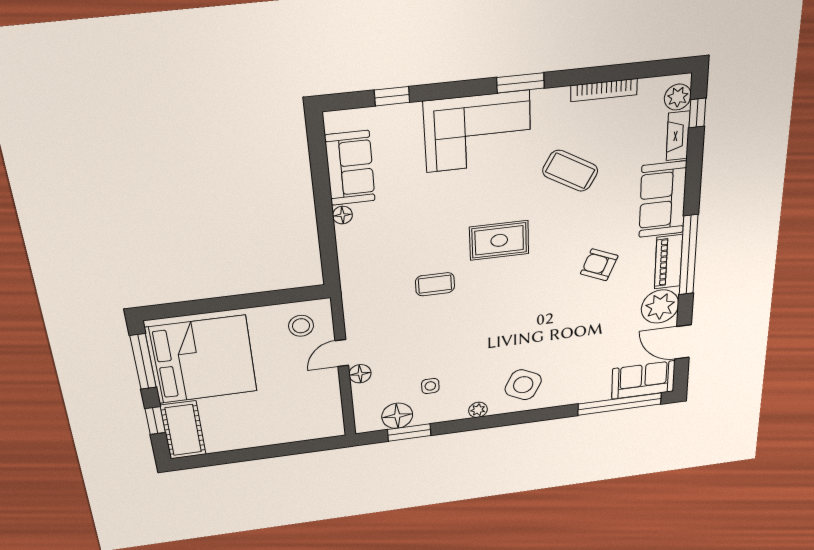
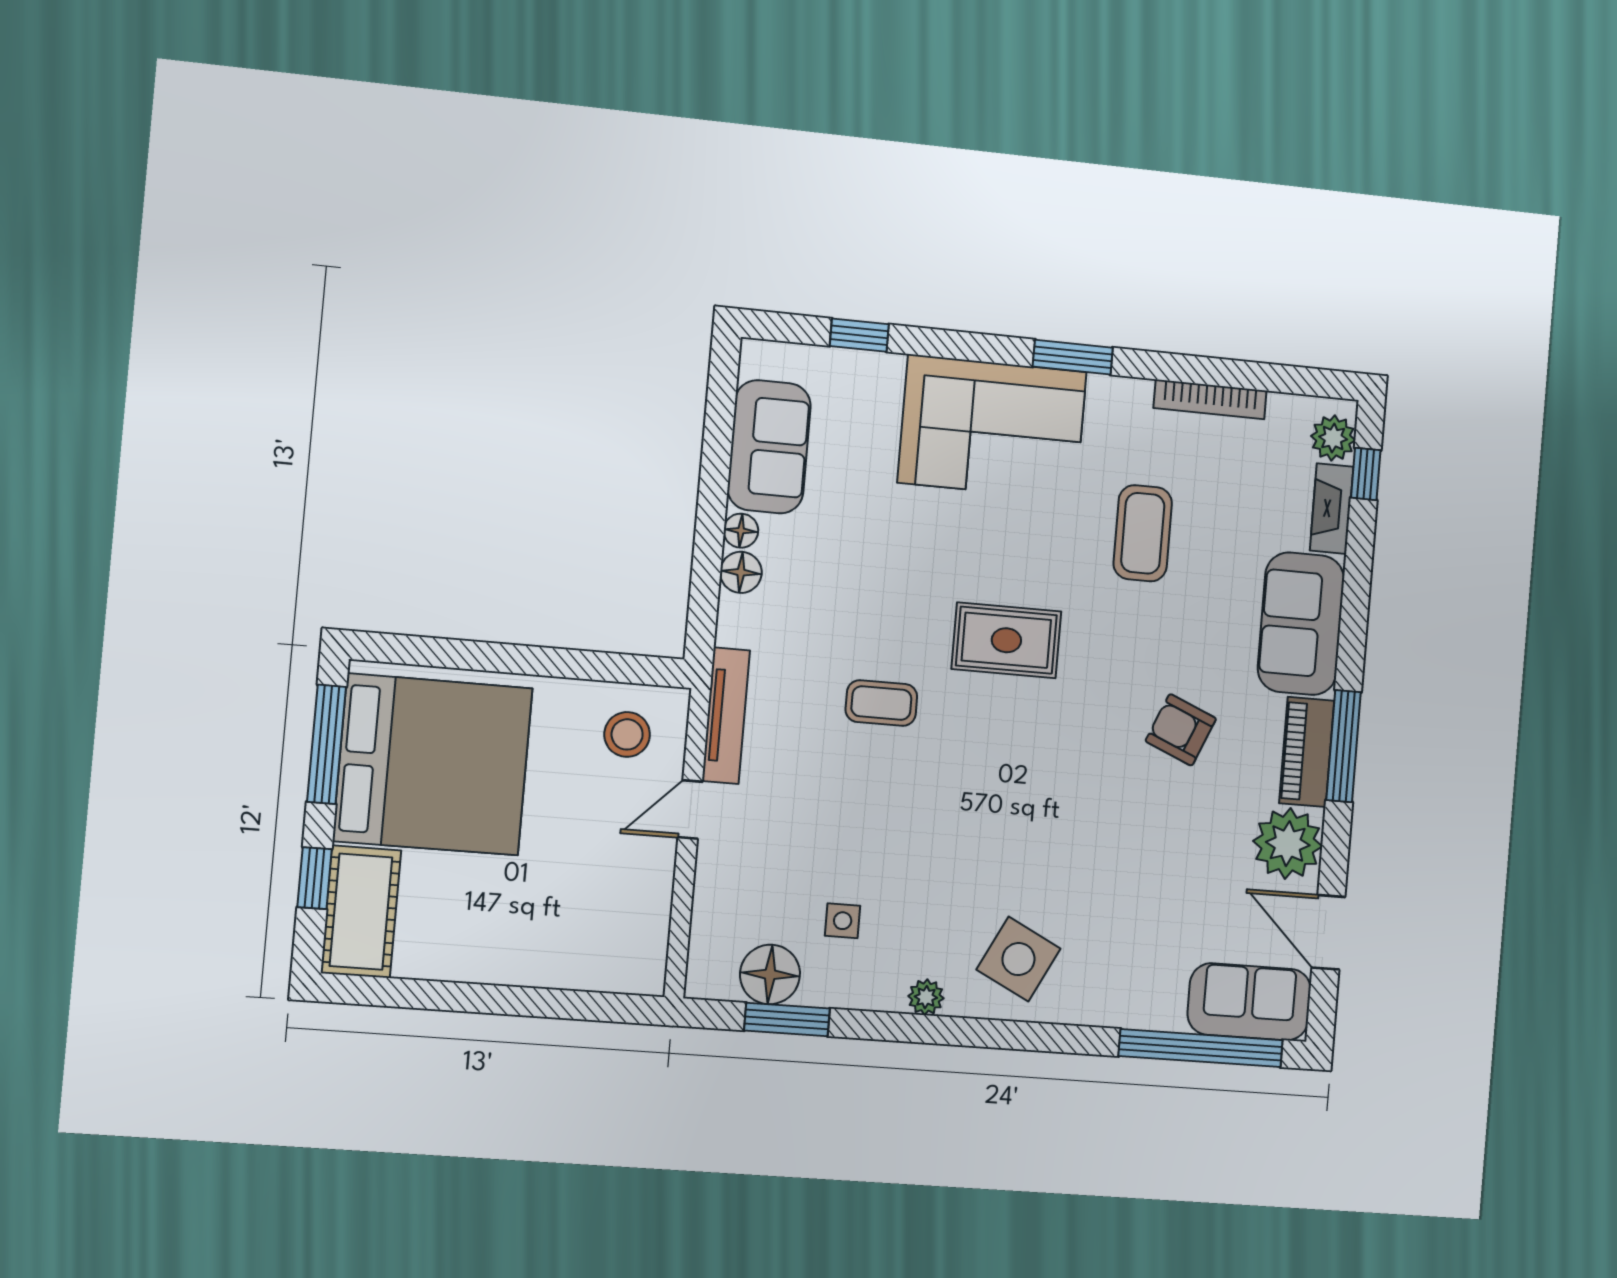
coffee table: (570, 171) -> (1143, 533), turned 60
window: (688, 255) -> (1344, 746), width x0.68
tv unit: (352, 307) -> (726, 716), added
floor lamp: (360, 374) -> (741, 572), moved

